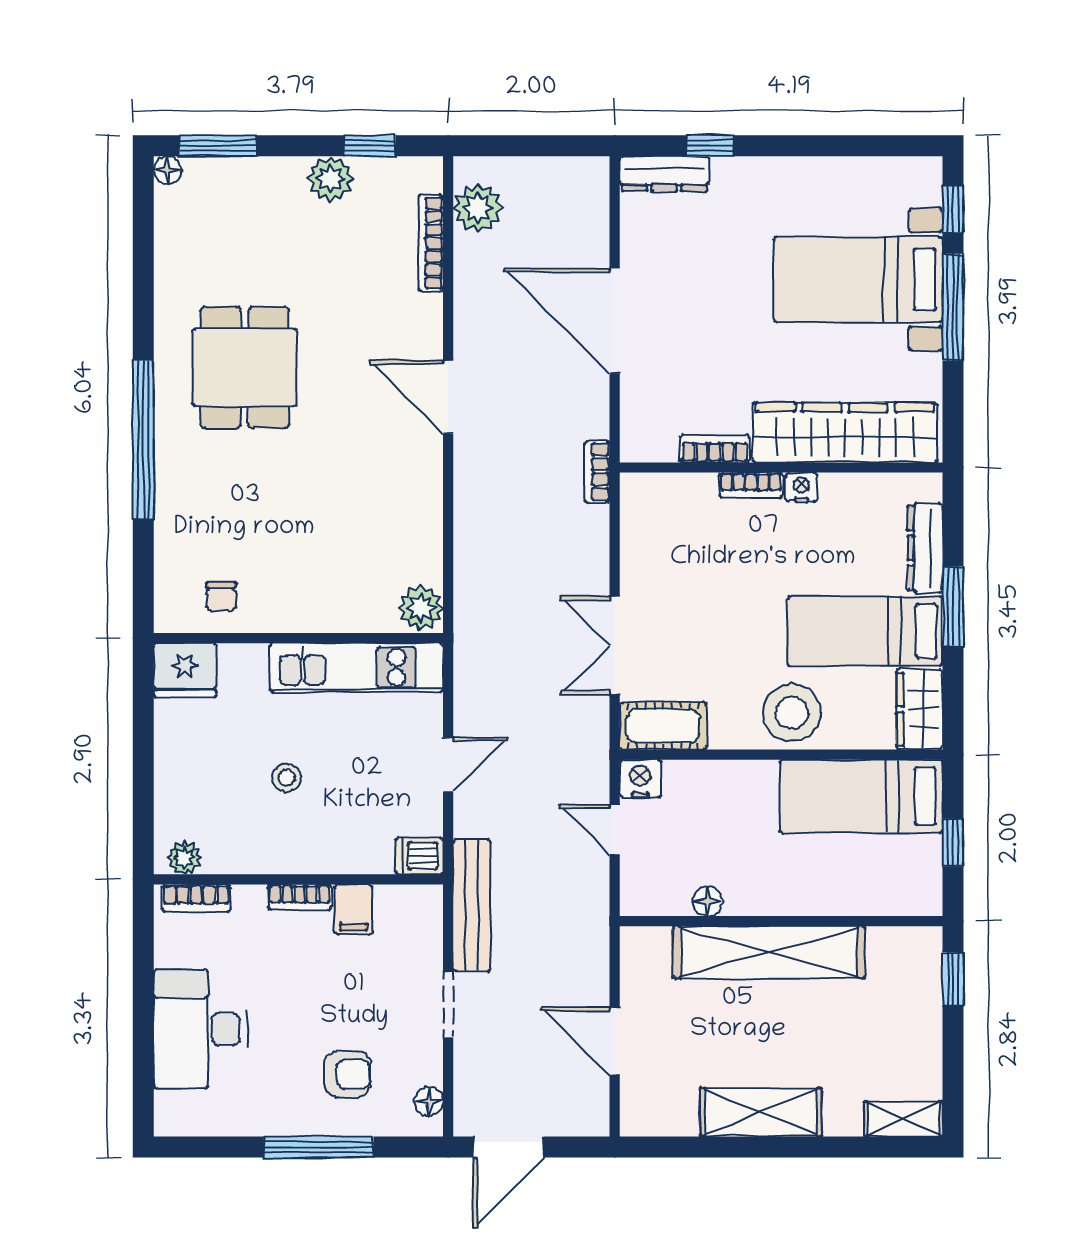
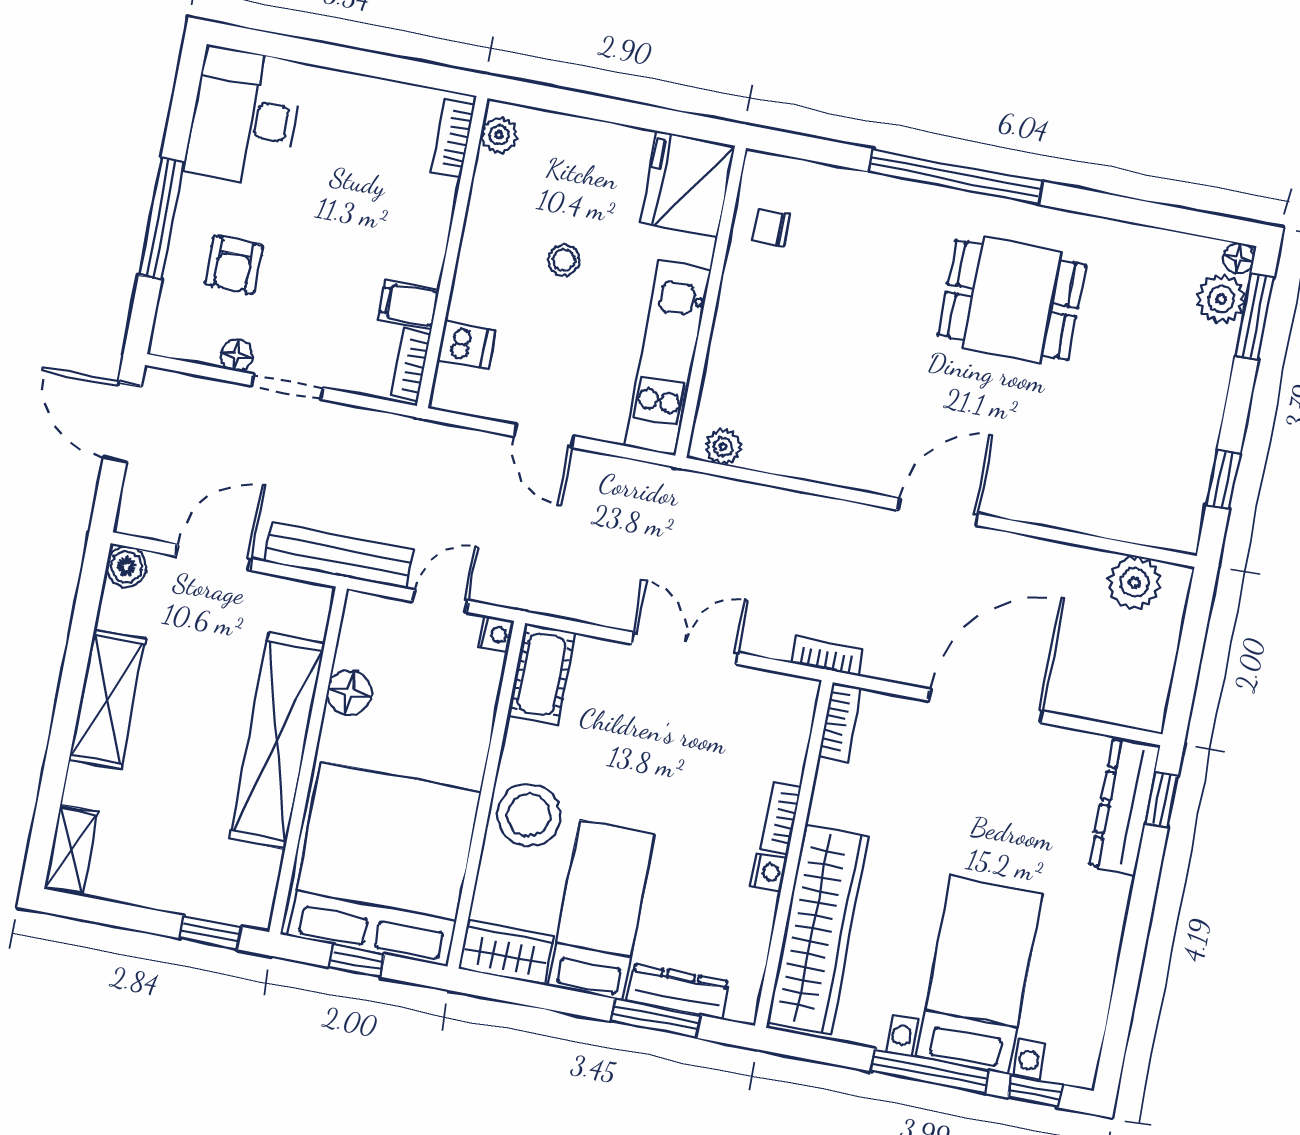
window: (710, 146) -> (1162, 799), moved
dresser: (664, 174) -> (1125, 806), width x1.37, depth x1.24
plant: (330, 179) -> (1221, 299), moved
bookcase: (431, 243) -> (1106, 525), removed
bookcase: (715, 449) -> (840, 722), moved
window: (953, 607) -> (655, 1018), moved
plant: (421, 608) -> (723, 447), width x0.73, depth x0.73
double door: (615, 645) -> (685, 648), moved
fridge: (185, 670) -> (688, 184), width x1.36, depth x1.34
nightstand: (640, 779) -> (496, 634), width x0.72, depth x0.74
bed: (861, 796) -> (384, 864), width x2.04
dishwasher: (419, 856) -> (466, 345), moved, turned 90
bookcase: (300, 897) -> (411, 365), moved
floor lamp: (707, 901) -> (349, 693), width x1.37, depth x1.37
bench: (472, 905) -> (339, 555), moved
desk: (200, 1029) -> (244, 117), moved, turned -90
floor lamp: (429, 1101) -> (237, 355), moved
boiler: (638, 1118) -> (126, 567), added

